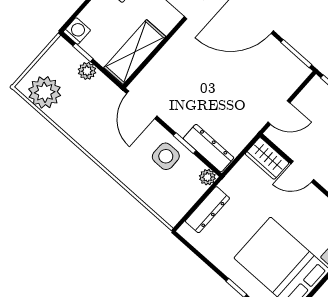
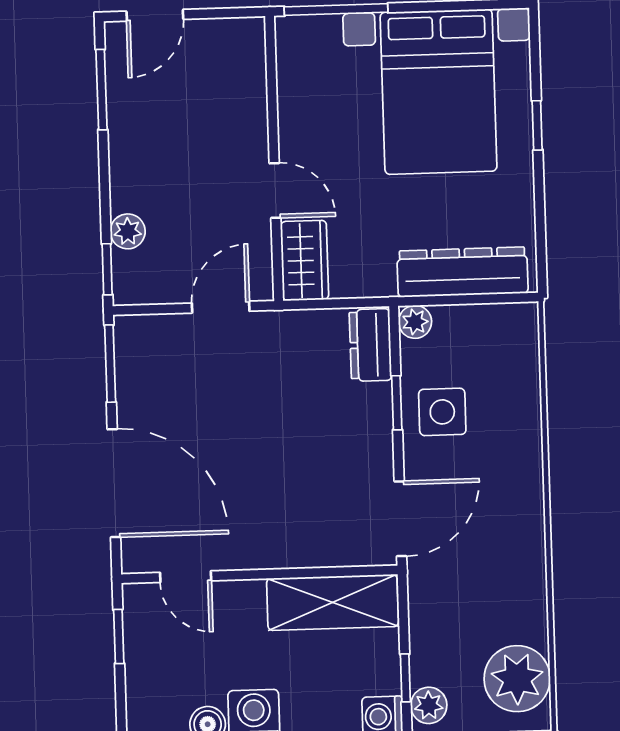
plant: (87, 71) -> (429, 705), moved
door: (279, 112) -> (221, 307), hinge flipped
dresser: (208, 148) -> (370, 345), width x0.70
dresser: (207, 210) -> (463, 272), width x1.37, depth x1.24

